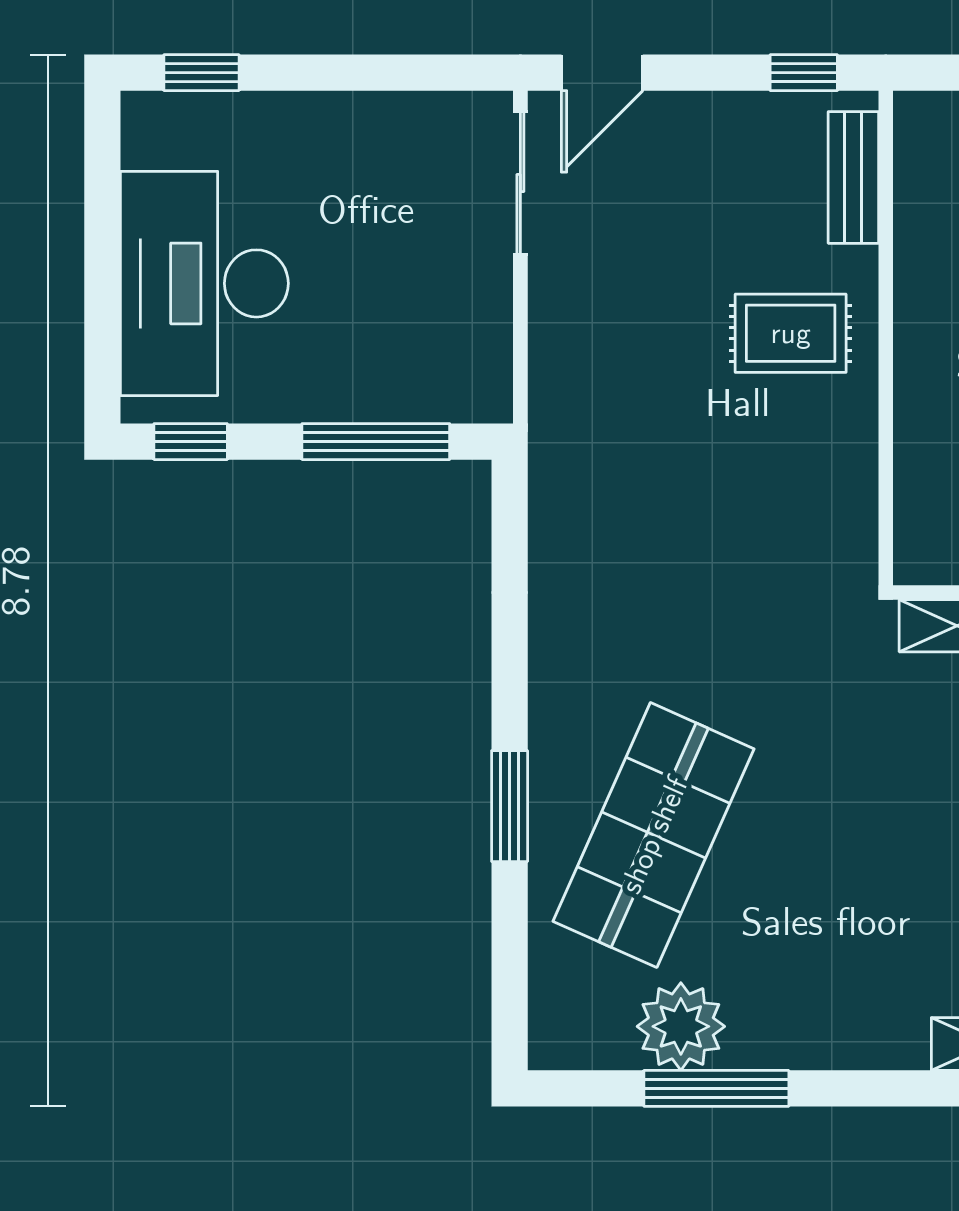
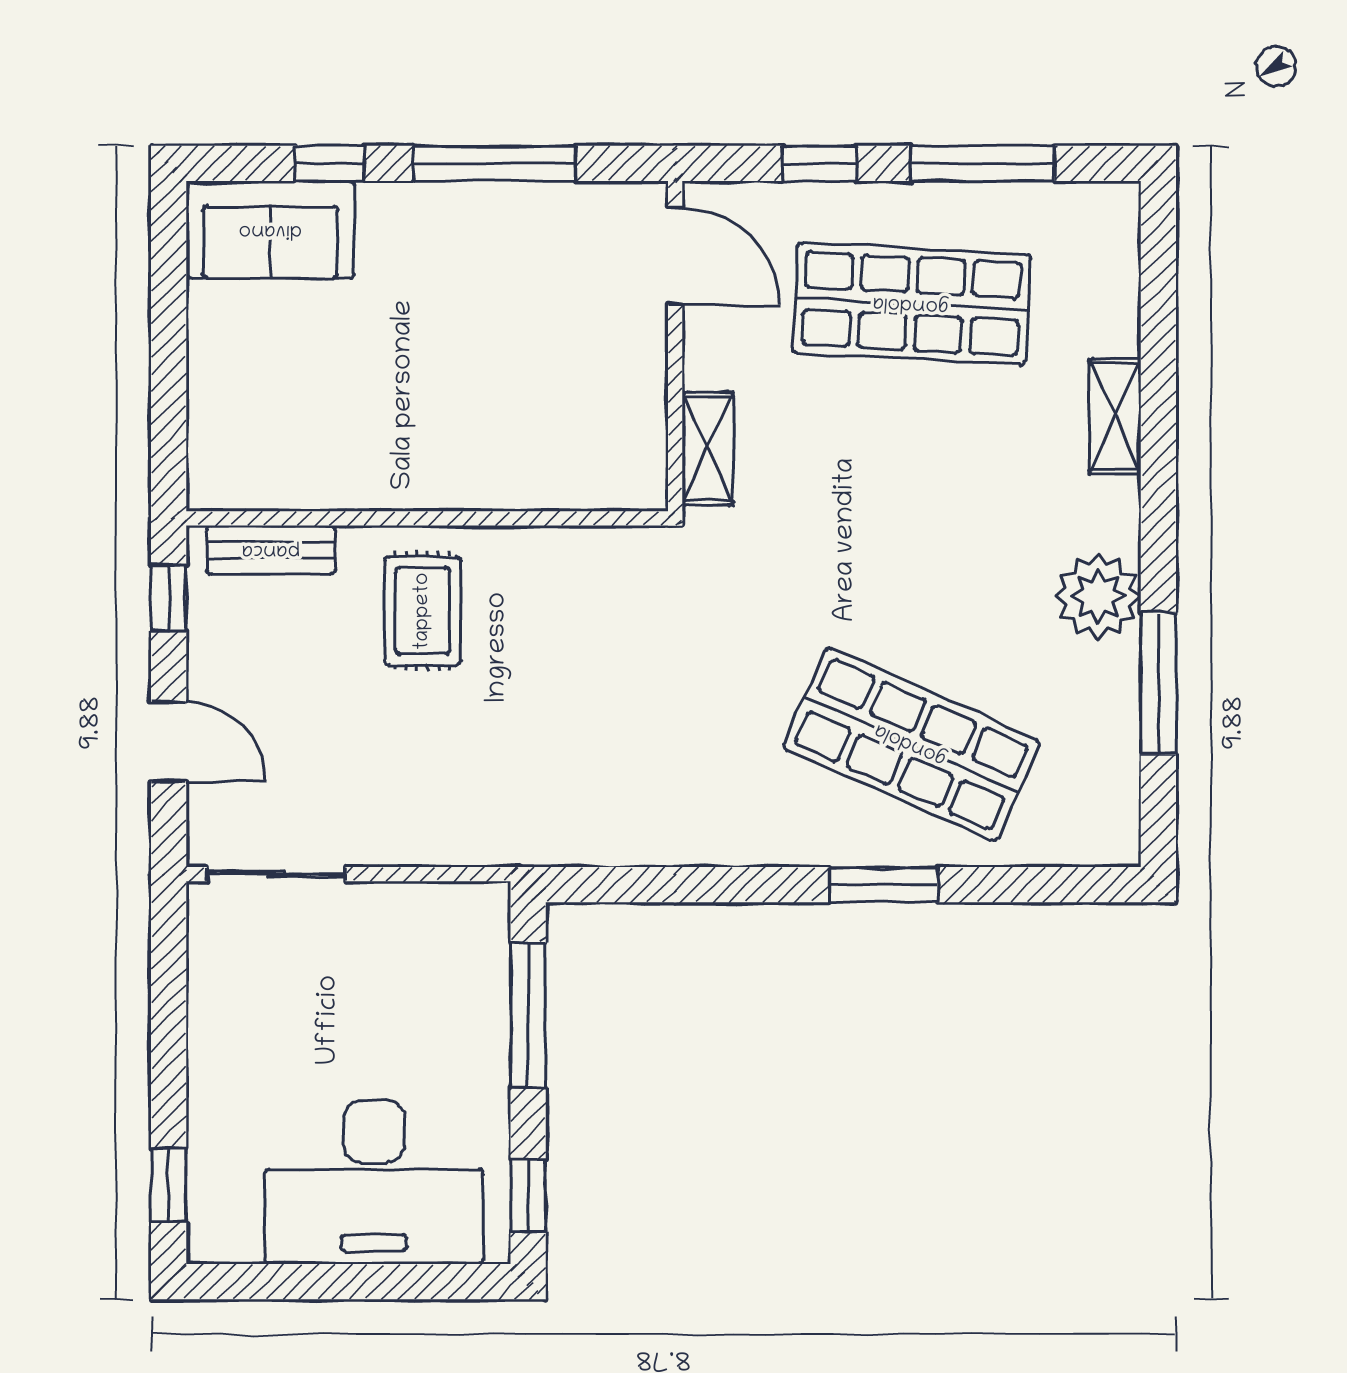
door: (602, 73) -> (169, 742), moved
plant: (681, 1026) -> (1098, 596), moved

